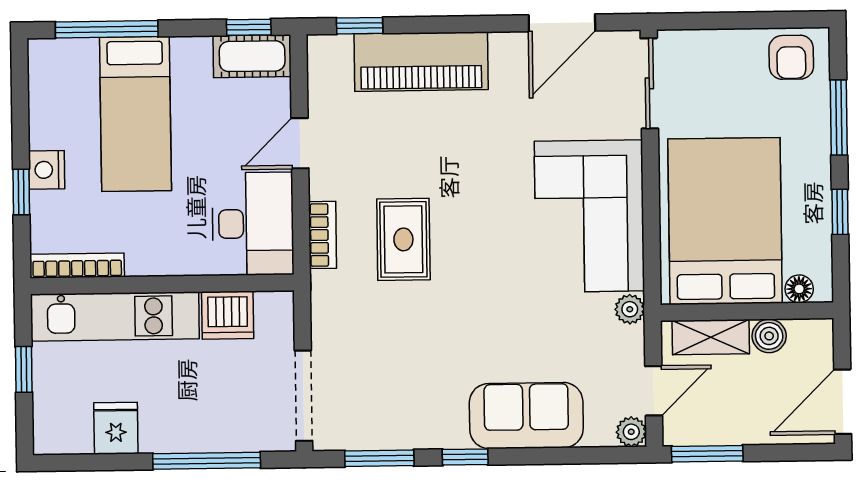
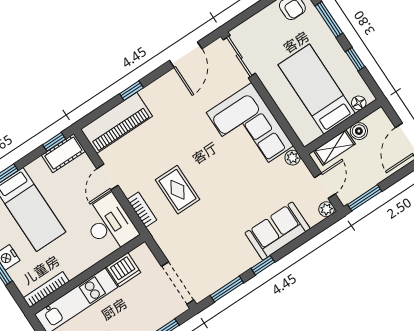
window: (360, 26) -> (131, 91), moved
piano: (421, 62) -> (117, 123), moved
bed: (725, 221) -> (317, 89), width x0.67

